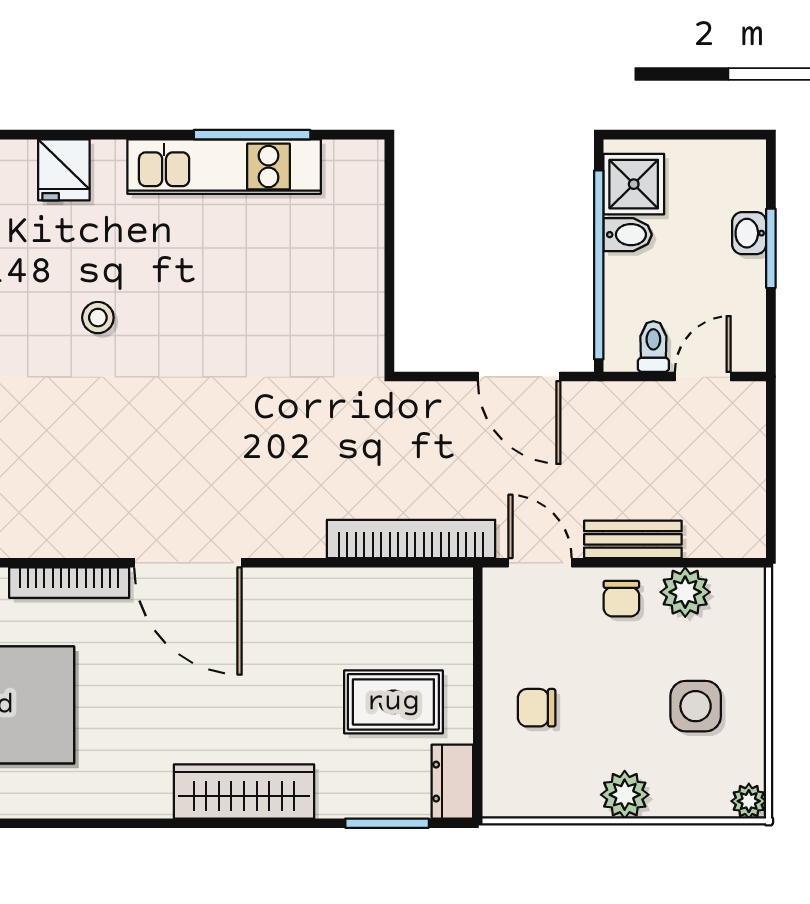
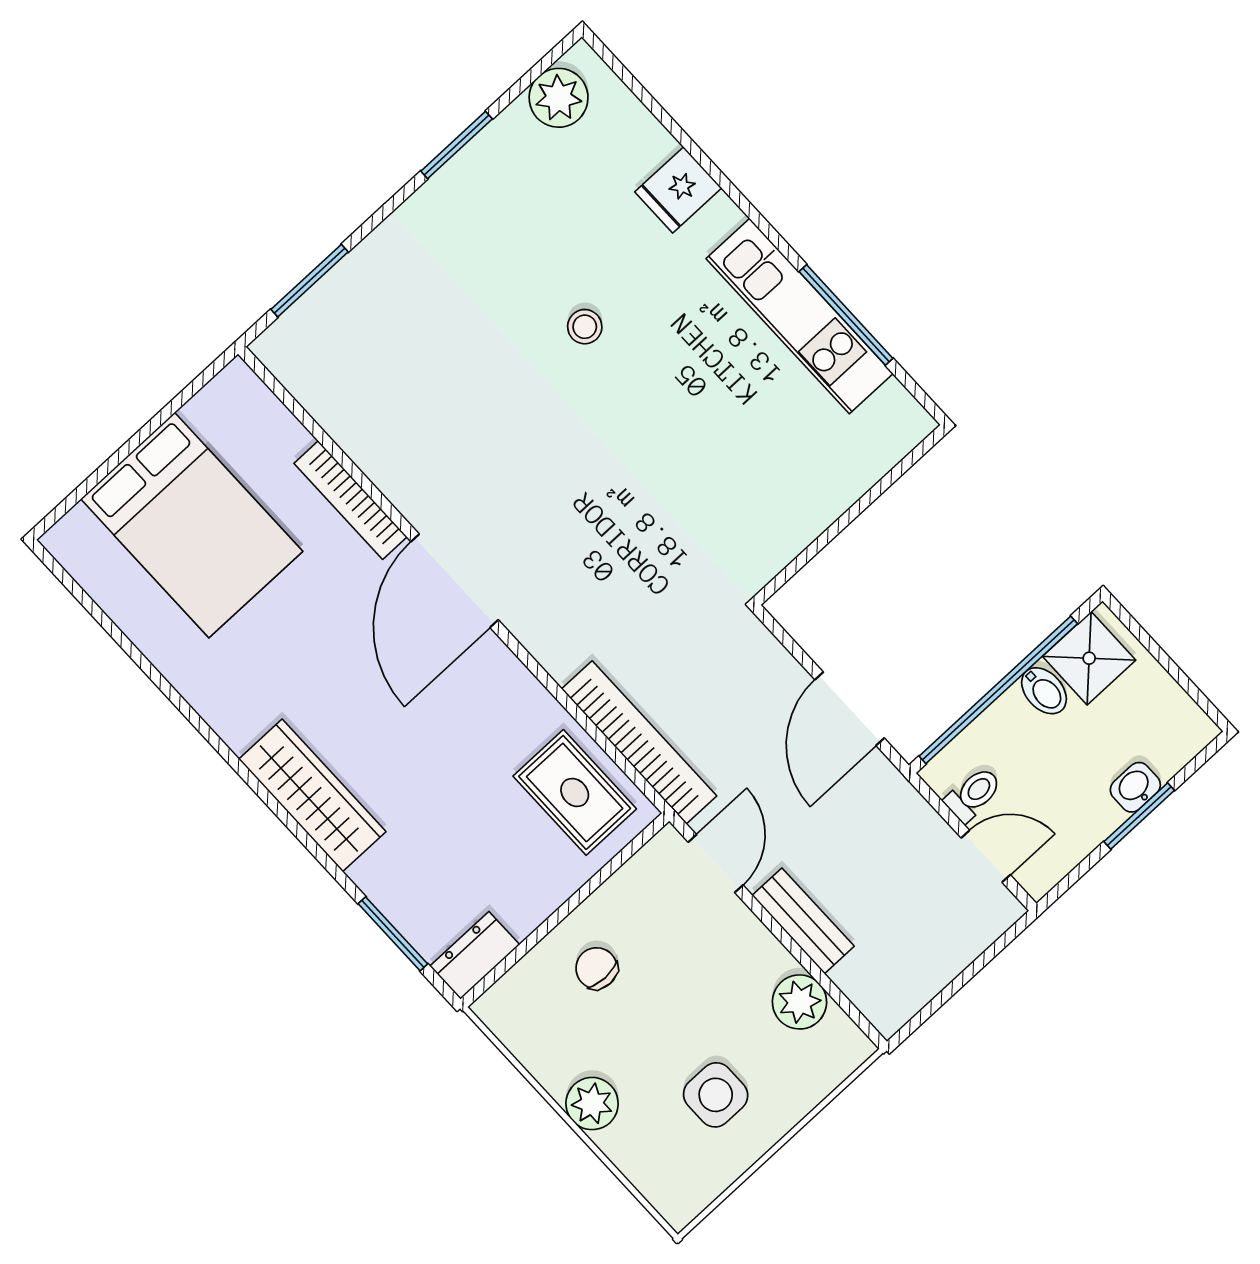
chair: (621, 599) -> (747, 956), removed
rug: (393, 702) -> (575, 792), moved
plant: (749, 801) -> (679, 1208), removed

